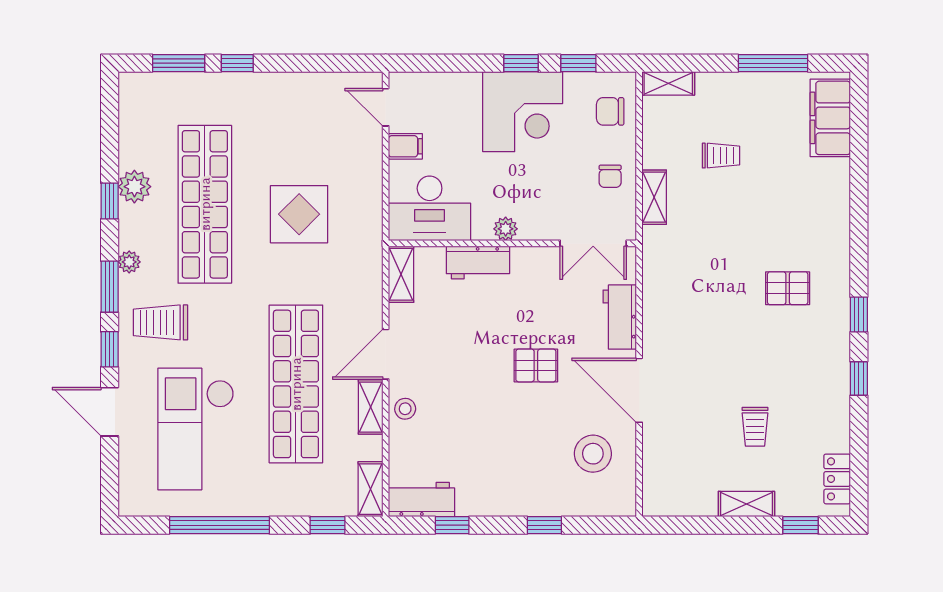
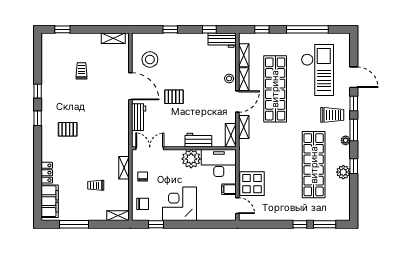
window: (521, 63) -> (180, 224), removed
display table: (299, 214) -> (252, 184), moved
plant: (506, 229) -> (191, 159), width x1.87, depth x1.87
shelving: (370, 294) -> (244, 127), added
locker: (837, 479) -> (47, 173), moved
shelving: (370, 489) -> (244, 55), moved
shelving: (746, 504) -> (113, 38), moved

